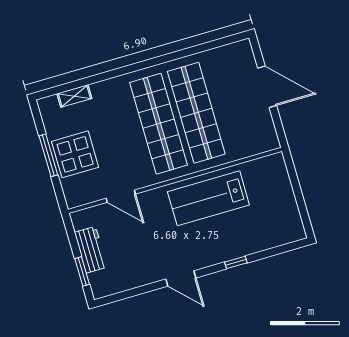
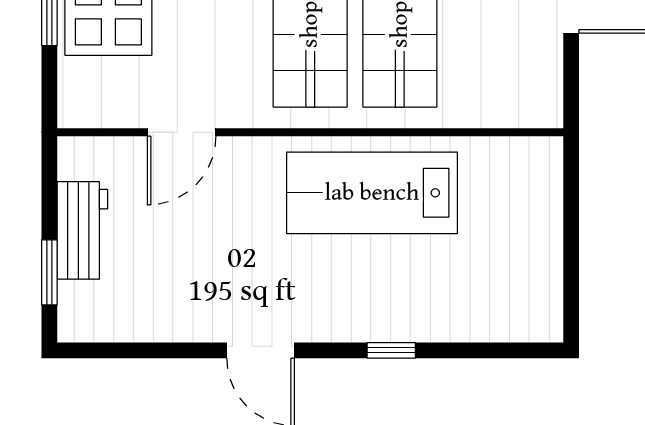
door: (121, 196) -> (182, 132), hinge flipped

